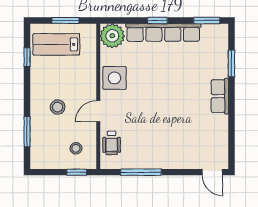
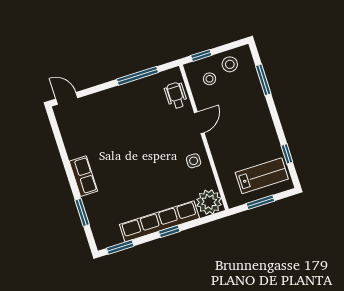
side table: (114, 78) -> (194, 161), width x0.54, depth x0.54
stool: (58, 107) -> (230, 64), moved

